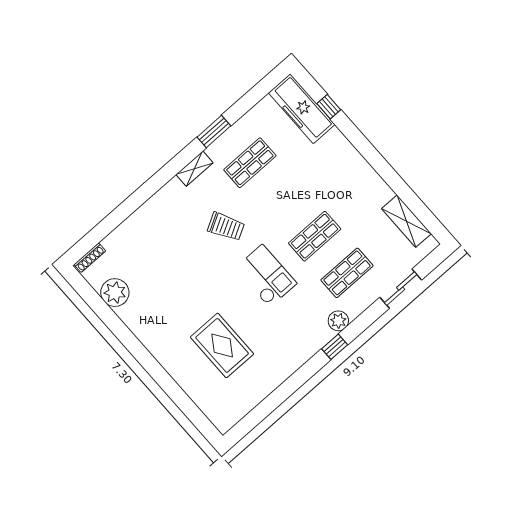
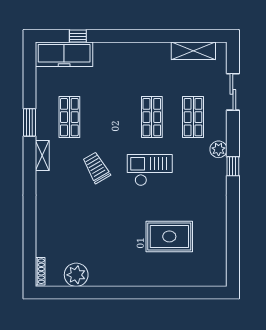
trolley: (226, 227) -> (96, 168), turned -91

